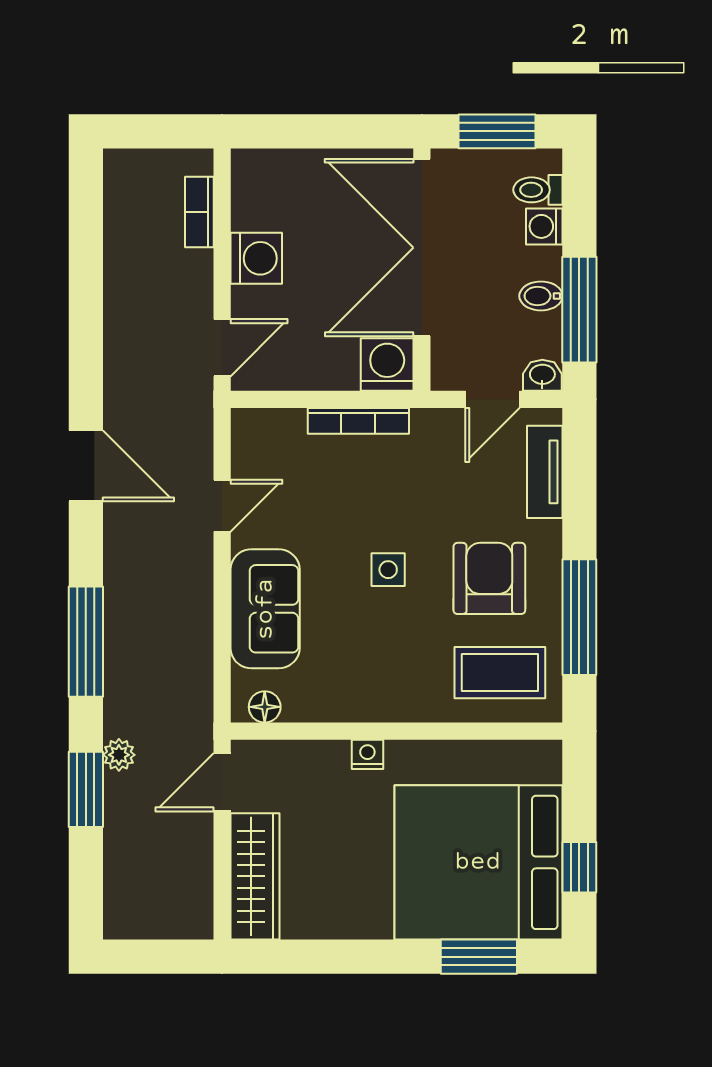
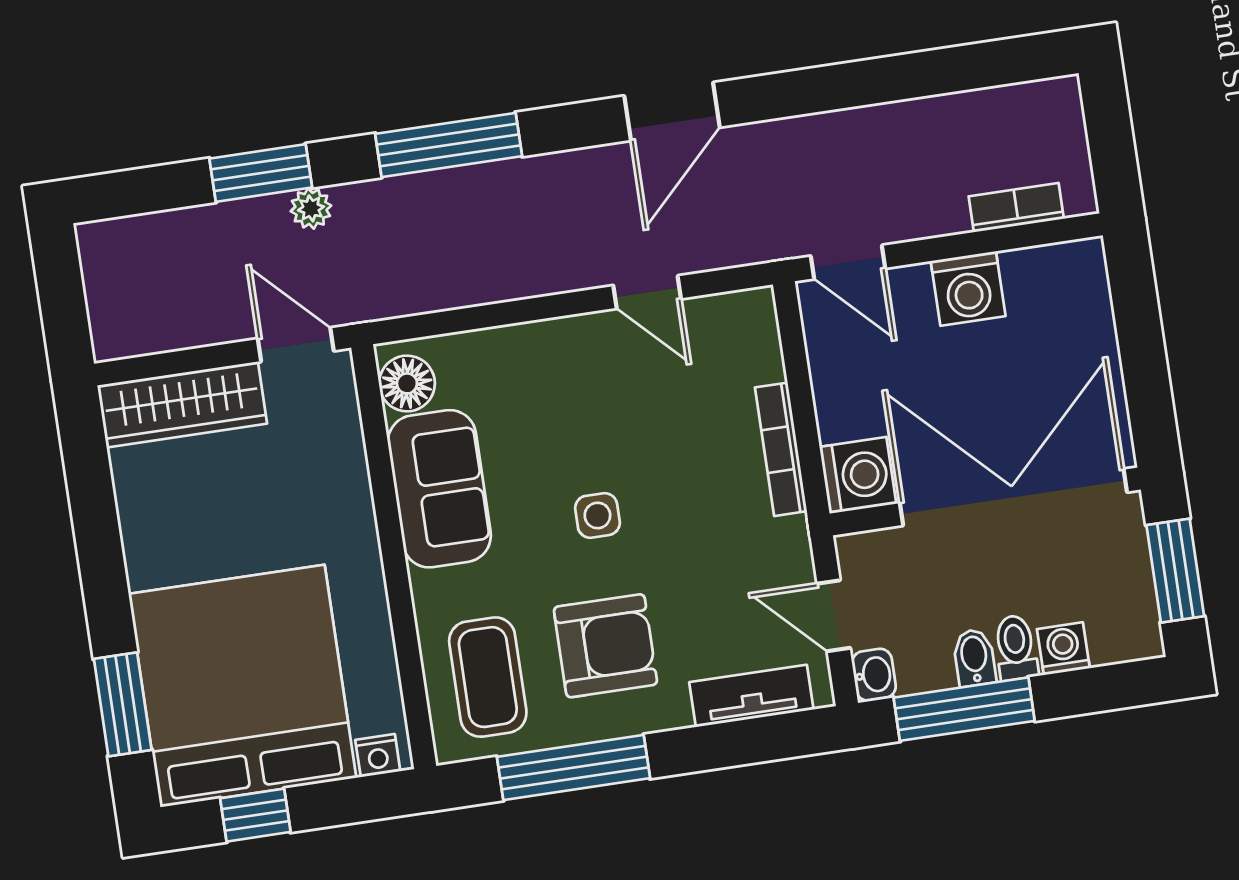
toilet: (538, 190) -> (1016, 648), moved
sofa: (265, 609) -> (439, 489), moved, turned -90
floor lamp: (265, 707) -> (407, 383), width x1.37, depth x1.37
nightstand: (367, 754) -> (378, 756), moved, turned 90

